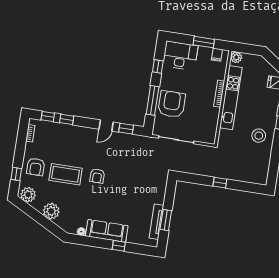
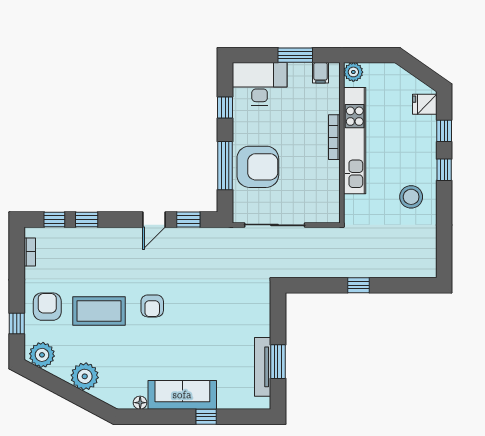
armchair: (172, 104) -> (258, 167), turned 90
armchair: (36, 167) -> (47, 307), turned 180

